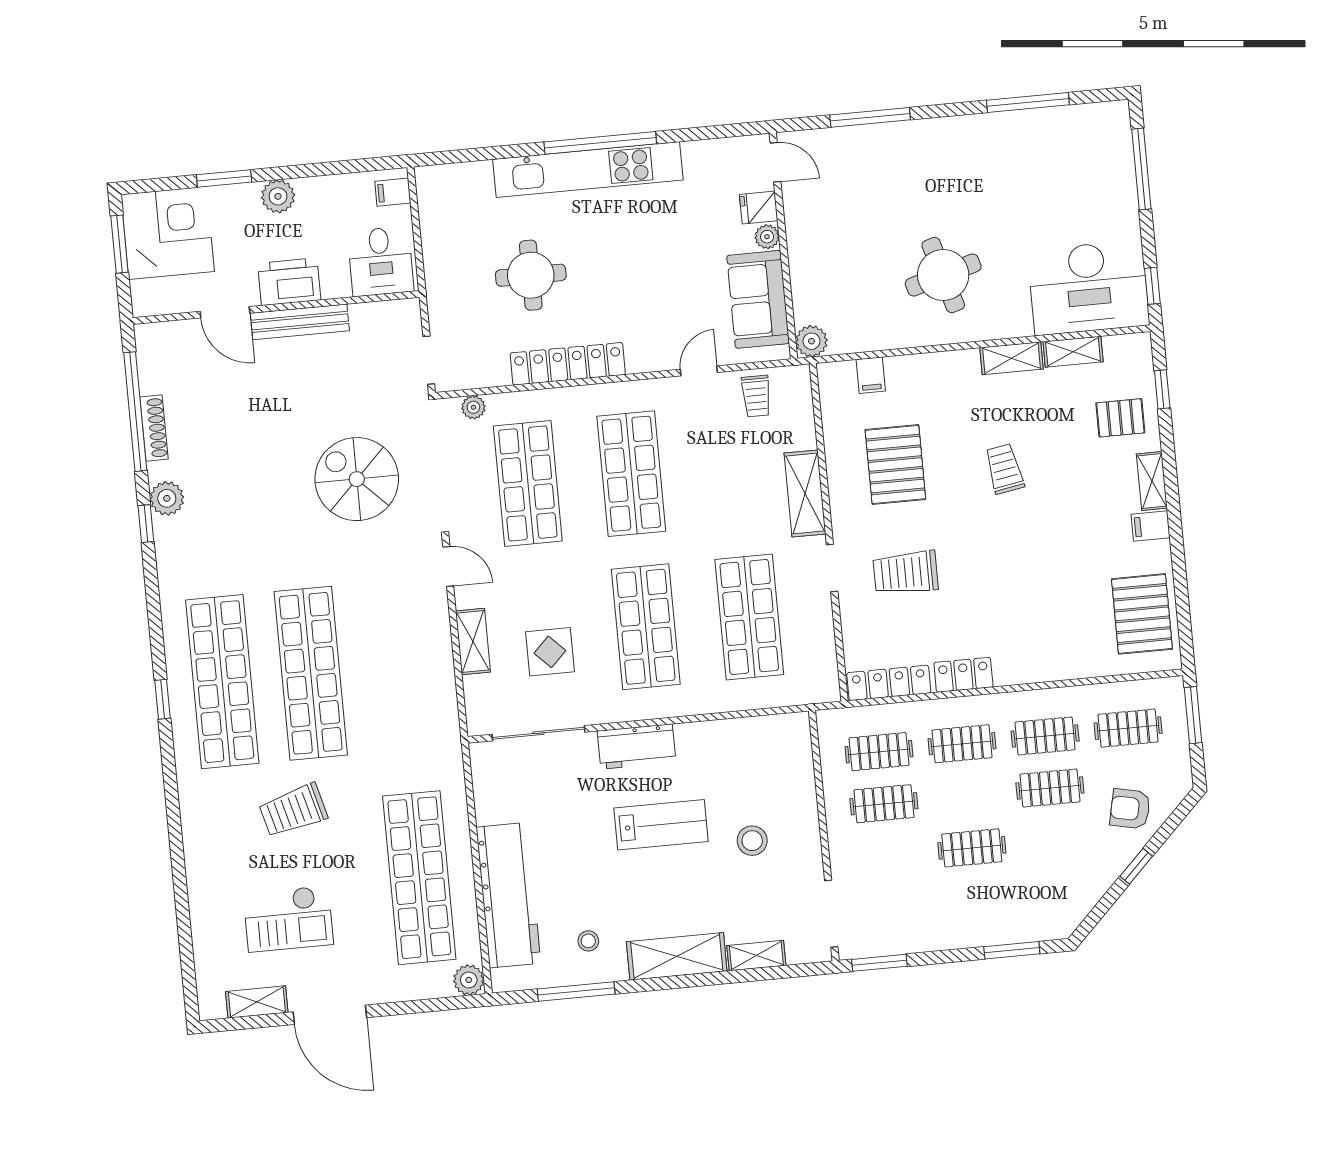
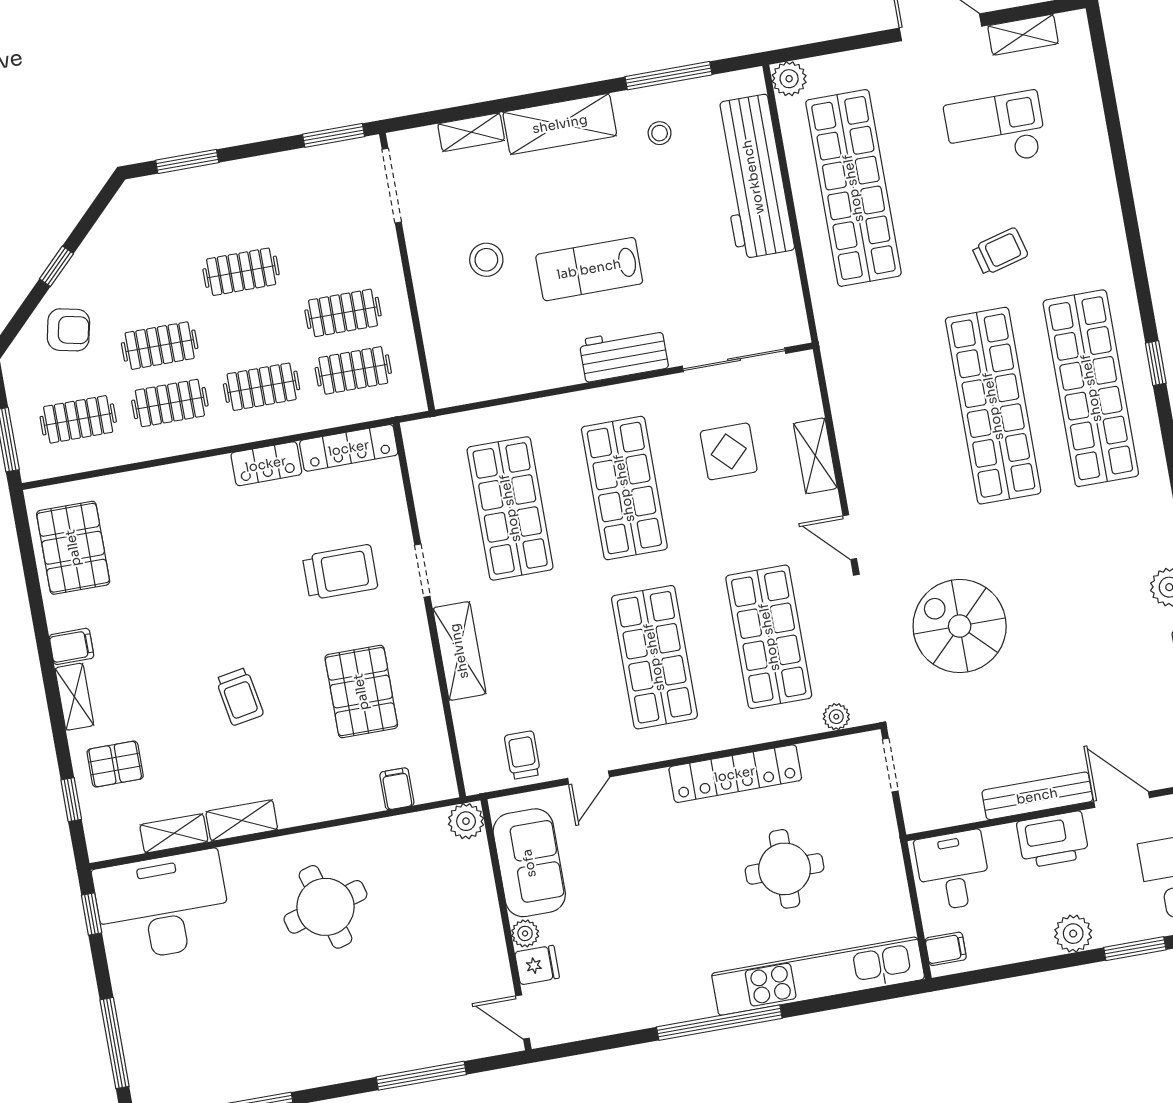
kitchen unit: (588, 170) -> (818, 976), moved
spiral stairs: (357, 479) -> (960, 626), turned 180
trolley: (293, 810) -> (1000, 251), width x0.73, depth x0.72

